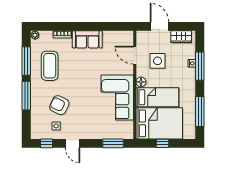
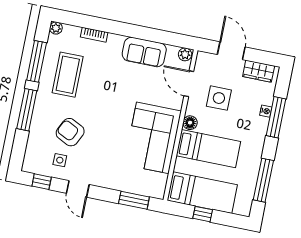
plant: (128, 35) -> (185, 54), added
sofa: (87, 39) -> (144, 52), moved
bed: (159, 123) -> (202, 193), width x0.67

